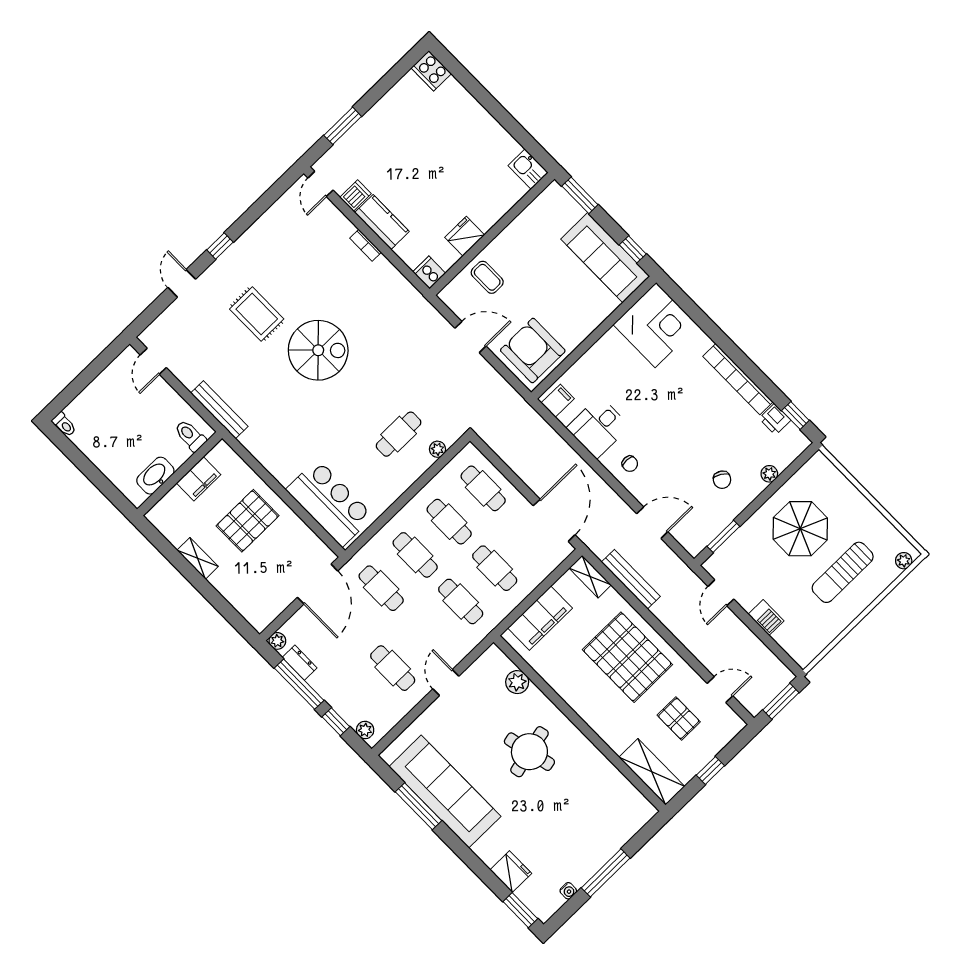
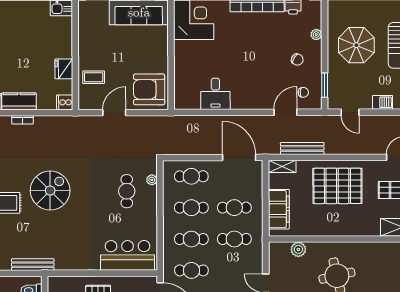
filing cabinet: (558, 401) -> (184, 101), removed
chair: (630, 464) -> (303, 92), moved

